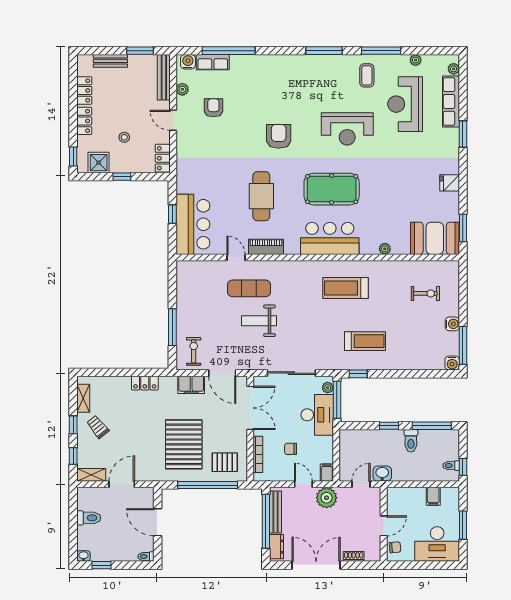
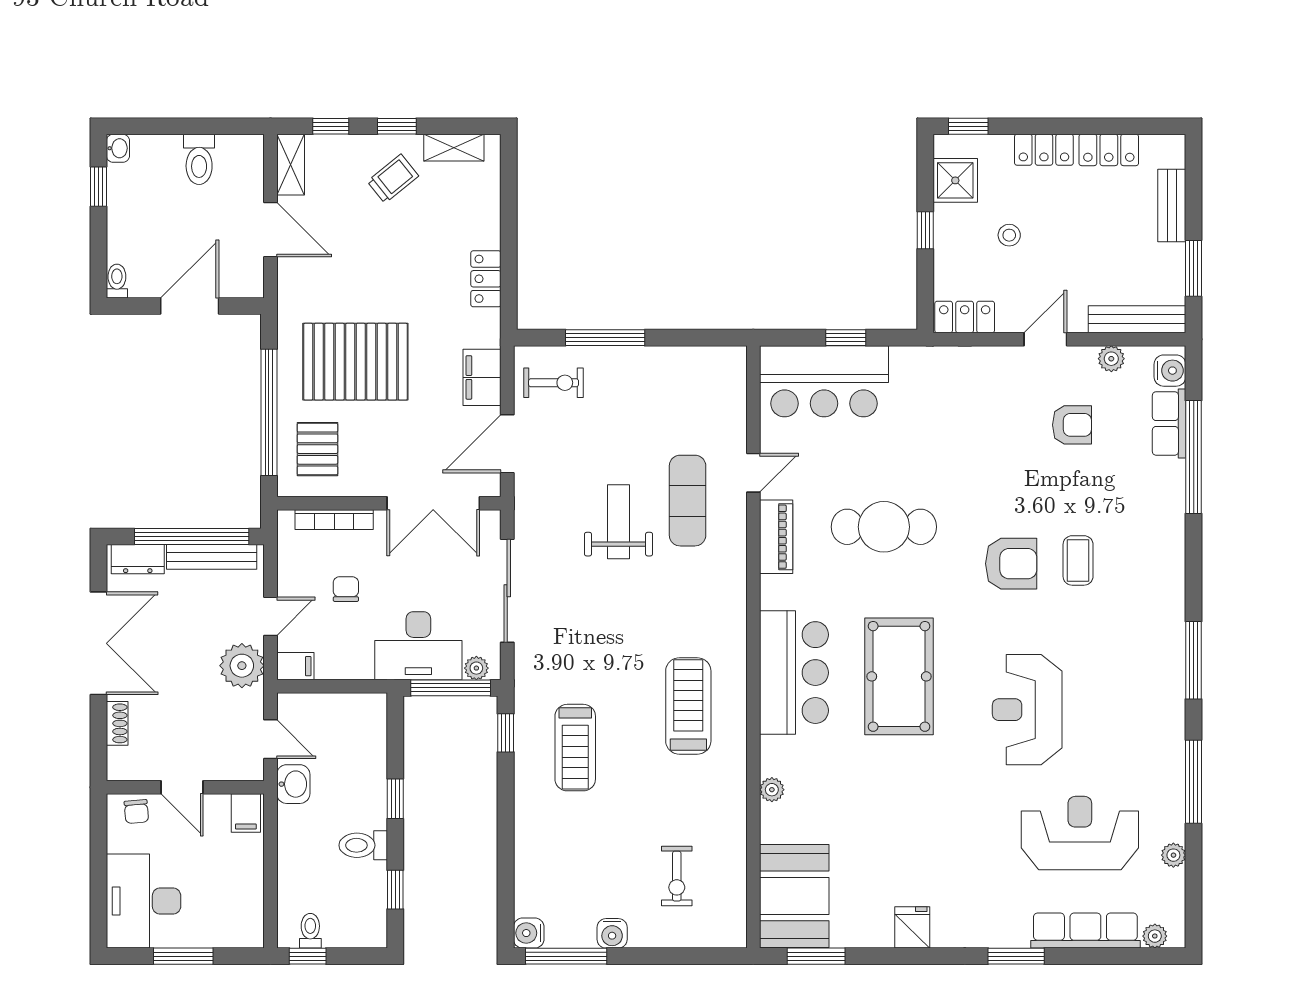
coffee table: (367, 75) -> (1078, 560), moved, turned 90
window: (432, 426) -> (395, 890), width x0.46
filing cabinet: (433, 496) -> (246, 813), moved, turned -90

